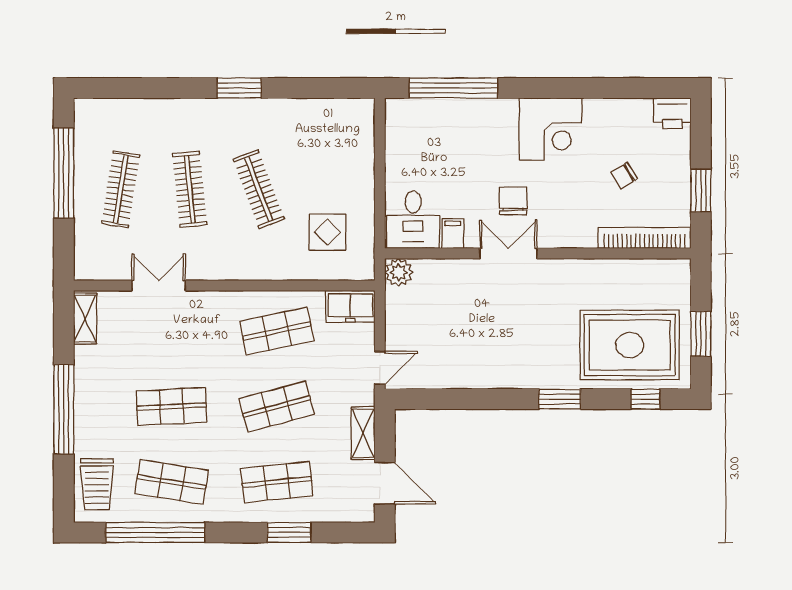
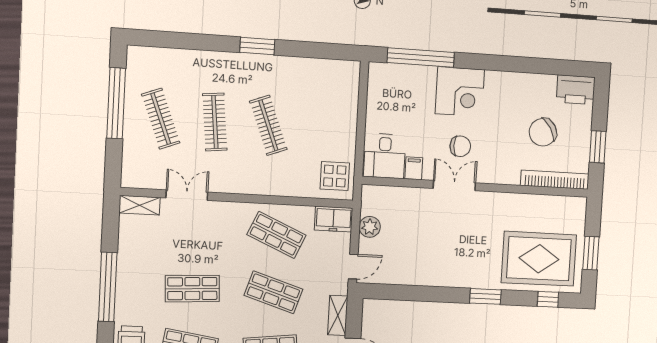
printer: (672, 113) -> (576, 90), width x1.37, depth x1.19
corner desk: (550, 129) -> (460, 92), moved
chair: (624, 176) -> (543, 132), width x1.87, depth x1.87
clothes rail: (121, 189) -> (161, 119), turned -30
chair: (513, 201) -> (460, 146), turned 90
display table: (327, 232) -> (335, 176), moved
plant: (399, 272) -> (370, 227), moved
shelving: (85, 319) -> (139, 205), moved, turned 90
shop shelf: (277, 331) -> (276, 235), turned 36
shop shelf: (277, 407) -> (273, 292), turned 33

